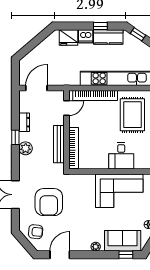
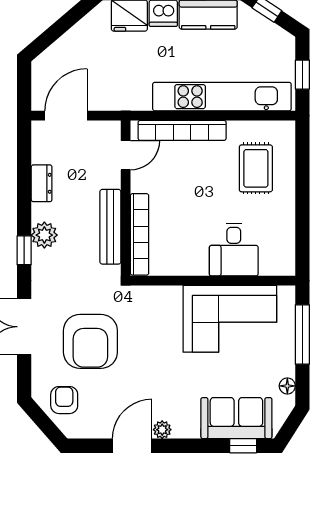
rug: (132, 115) -> (256, 168), width x0.73, depth x0.70
window: (15, 137) -> (24, 250), moved
armchair: (36, 232) -> (64, 400), turned -96
plant: (96, 247) -> (162, 430), moved
door: (60, 255) -> (132, 446), moved

